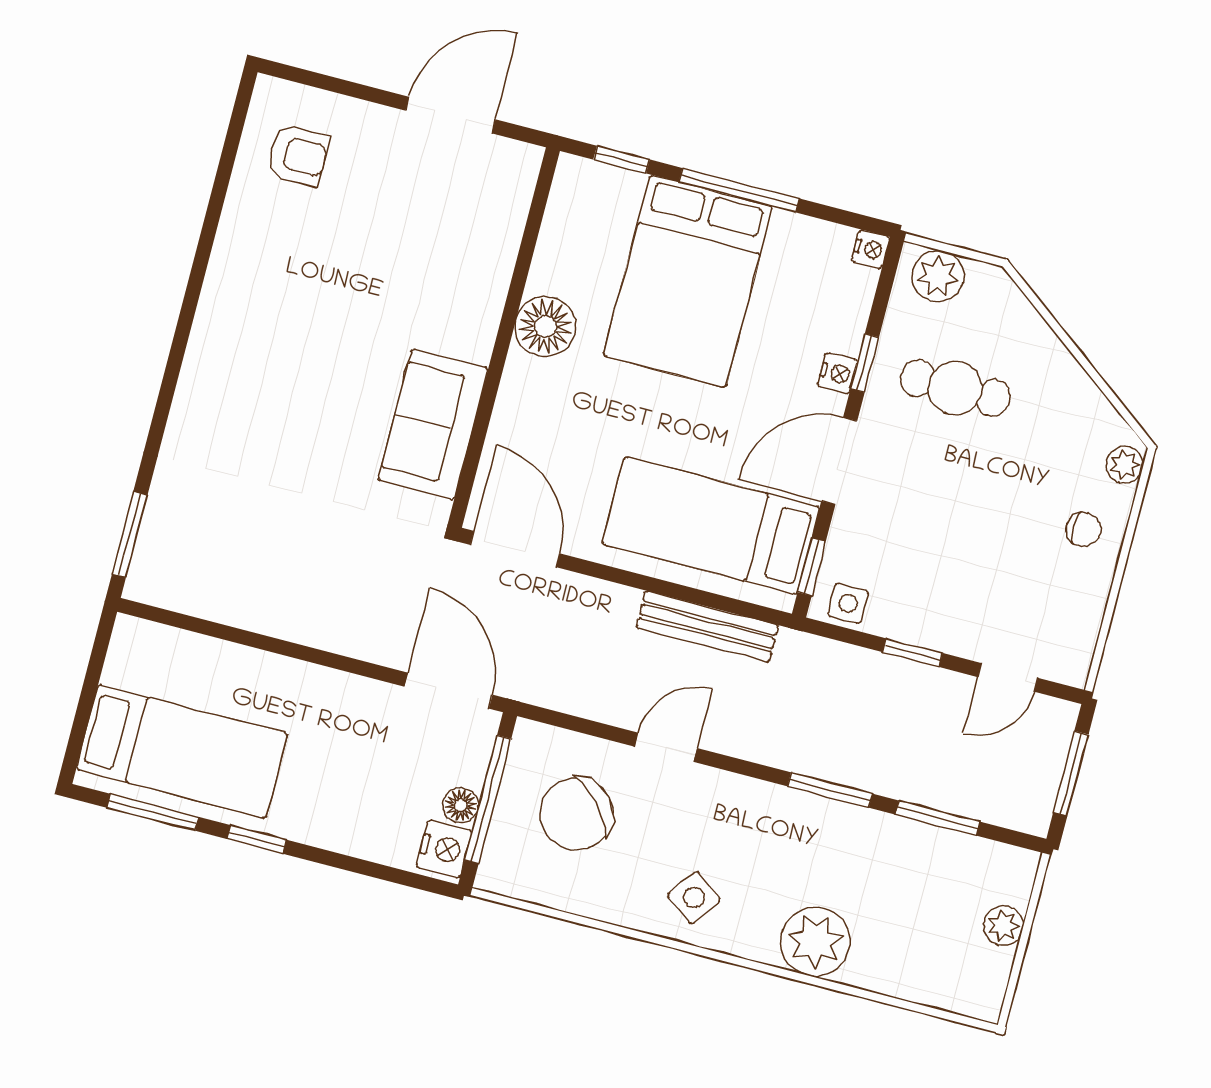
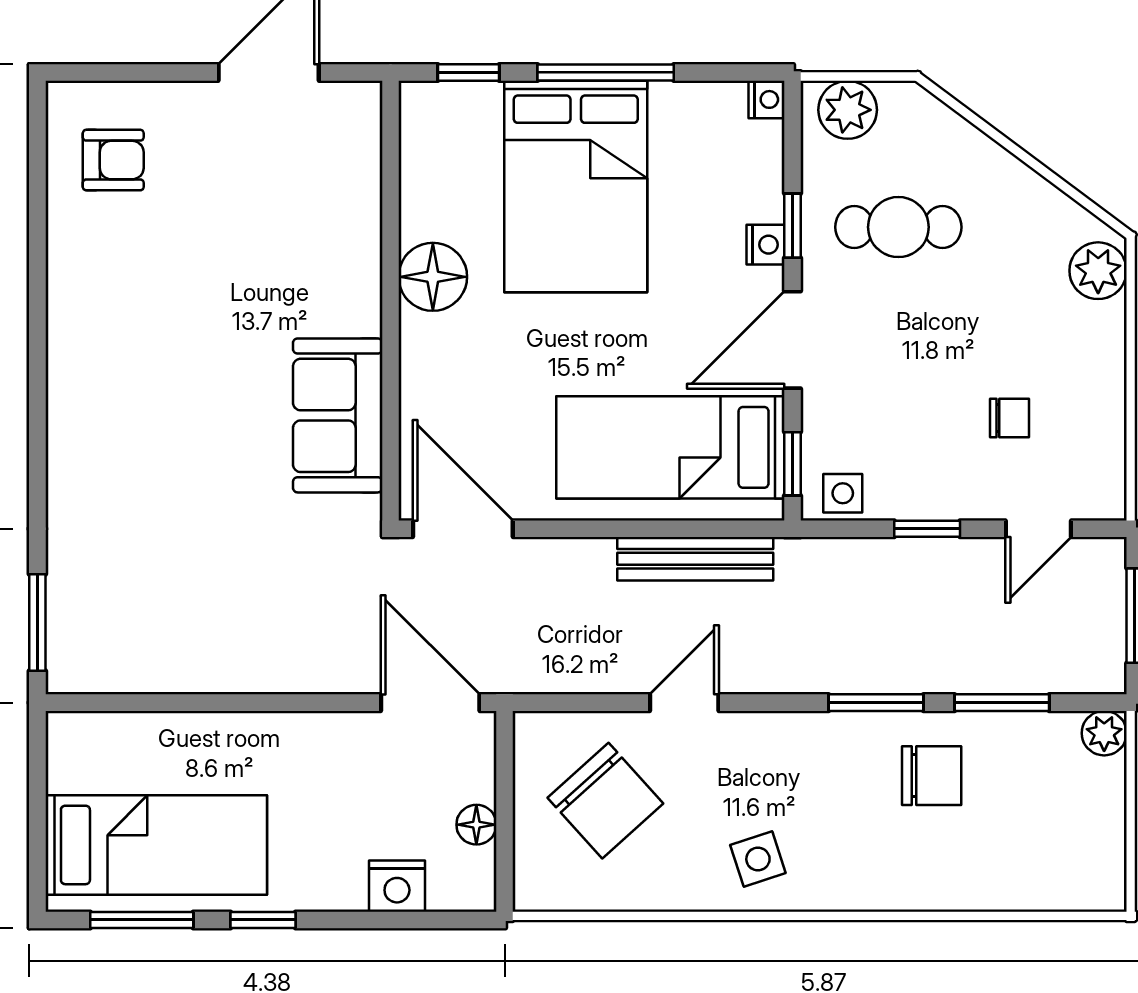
plant: (1125, 465) -> (1098, 271), width x1.38, depth x1.38
chair: (1083, 530) -> (1010, 418), moved
window: (488, 799) -> (505, 810), removed
chair: (576, 814) -> (605, 801), turned -90
nightstand: (444, 849) -> (397, 886), moved, turned 90
chair: (861, 865) -> (932, 776), added
side table: (694, 898) -> (758, 859), turned 36
plant: (1003, 926) -> (1104, 733), moved
plant: (815, 942) -> (903, 873), removed

